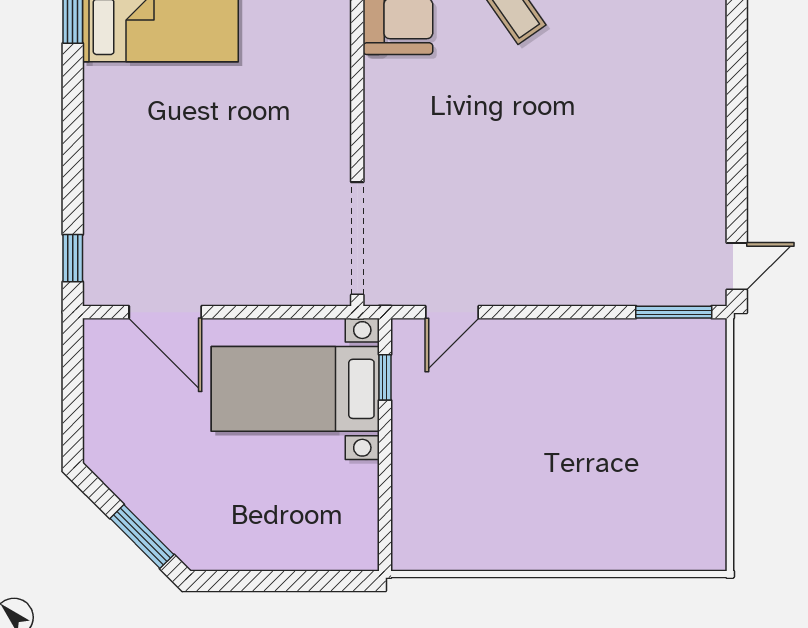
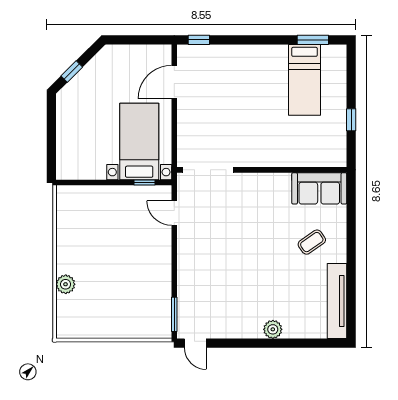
plant: (707, 96) -> (273, 329), added
window: (142, 536) -> (72, 71), width x0.67
plant: (608, 550) -> (66, 284), added

